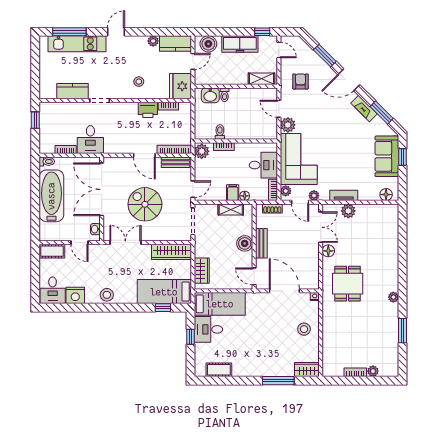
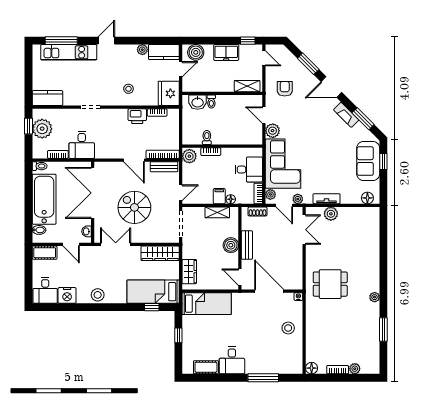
freezer: (240, 44) -> (226, 52), width x0.71
kitchen counter: (73, 91) -> (47, 98), moved
plant: (49, 123) -> (42, 129), added
bidet: (46, 228) -> (39, 230), added
floor lamp: (328, 251) -> (312, 368), moved
dining table: (348, 284) -> (330, 284), turned 90
desk: (208, 329) -> (232, 360), moved, turned -90
wardrobe: (307, 370) -> (291, 367), removed

